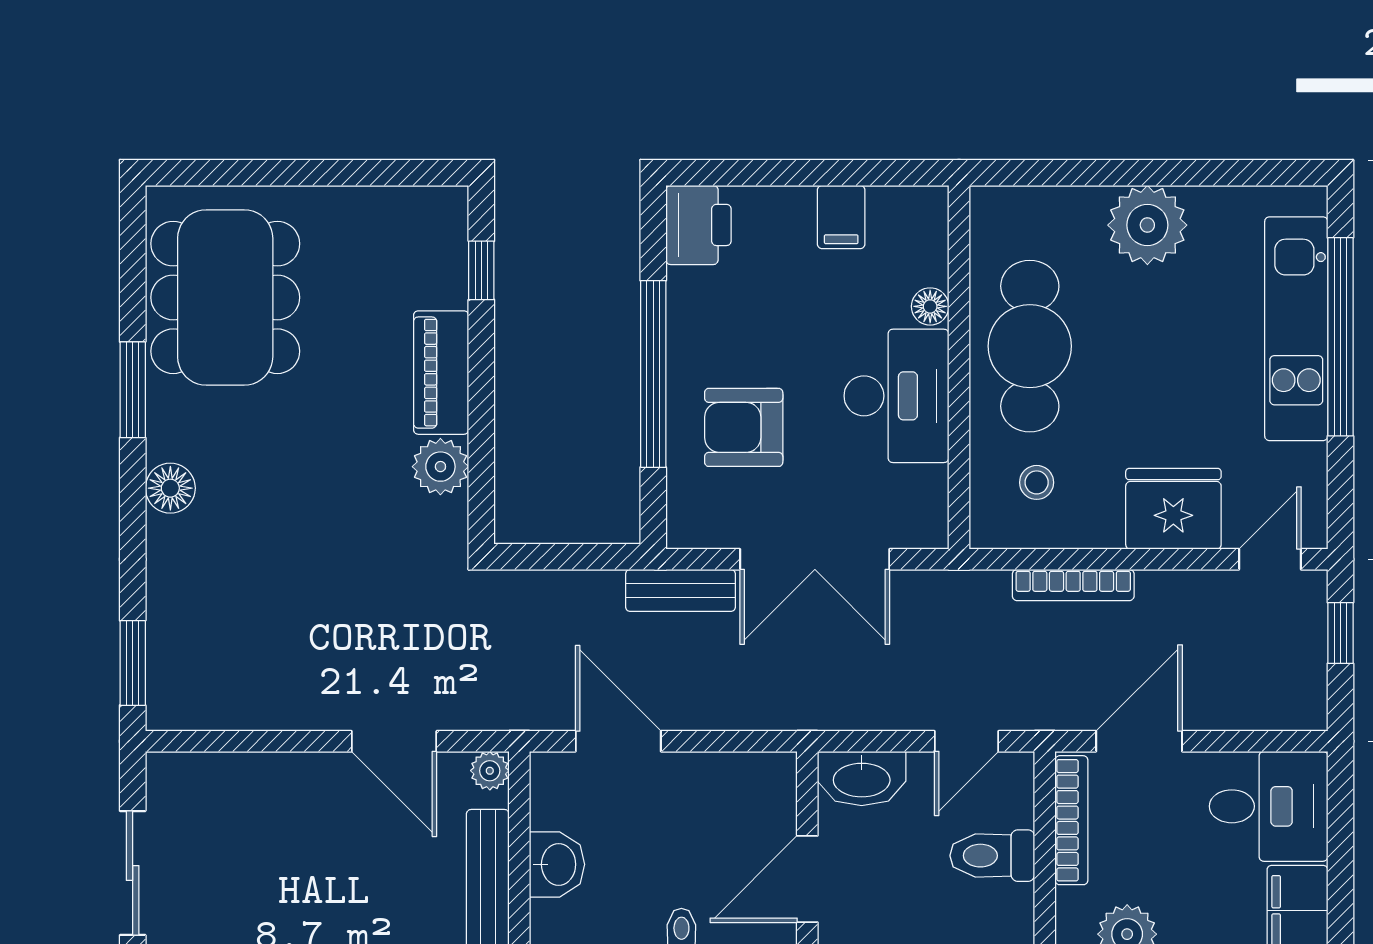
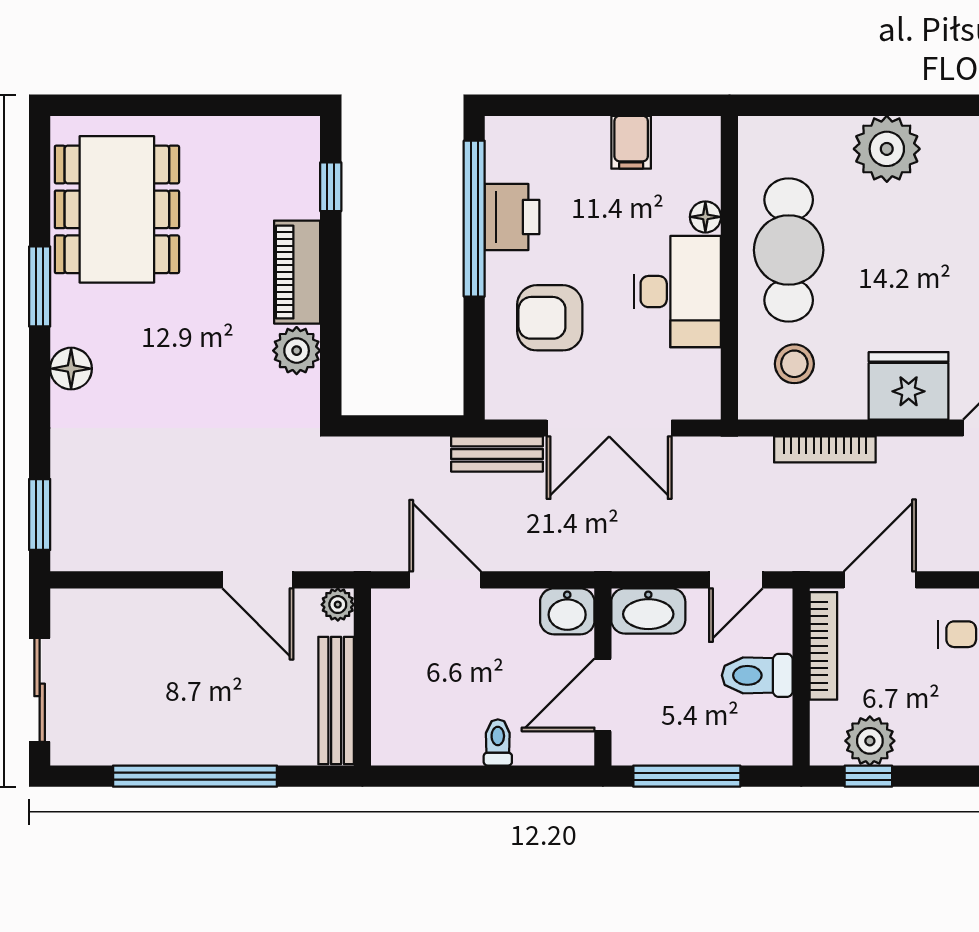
printer: (699, 225) -> (512, 217), moved
window: (653, 374) -> (474, 219), moved
stool: (1037, 482) -> (794, 364), width x1.37, depth x1.37
washbasin: (557, 864) -> (567, 611), moved, turned 90

